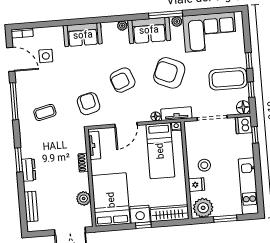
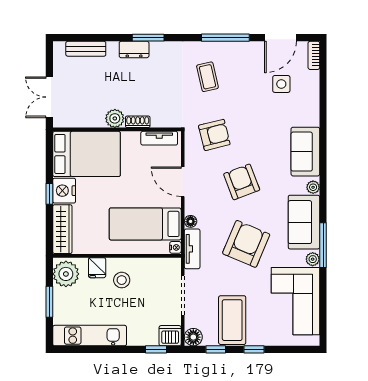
sofa: (83, 35) -> (305, 152), moved
plant: (84, 198) -> (115, 118), moved

